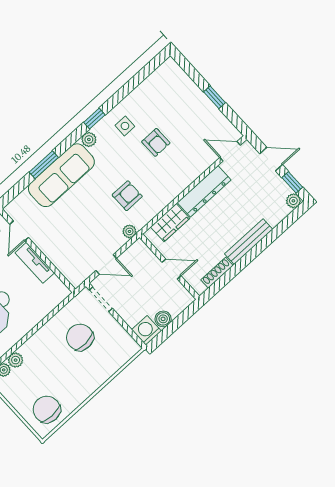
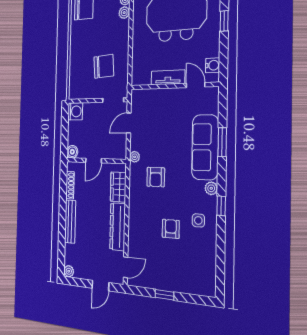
armchair: (156, 142) -> (171, 229), turned 90
window: (292, 182) -> (78, 282), removed
boiler: (163, 319) -> (72, 152), moved

